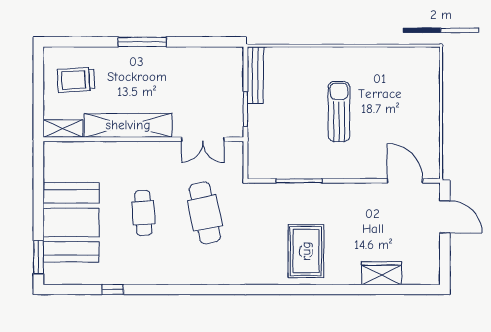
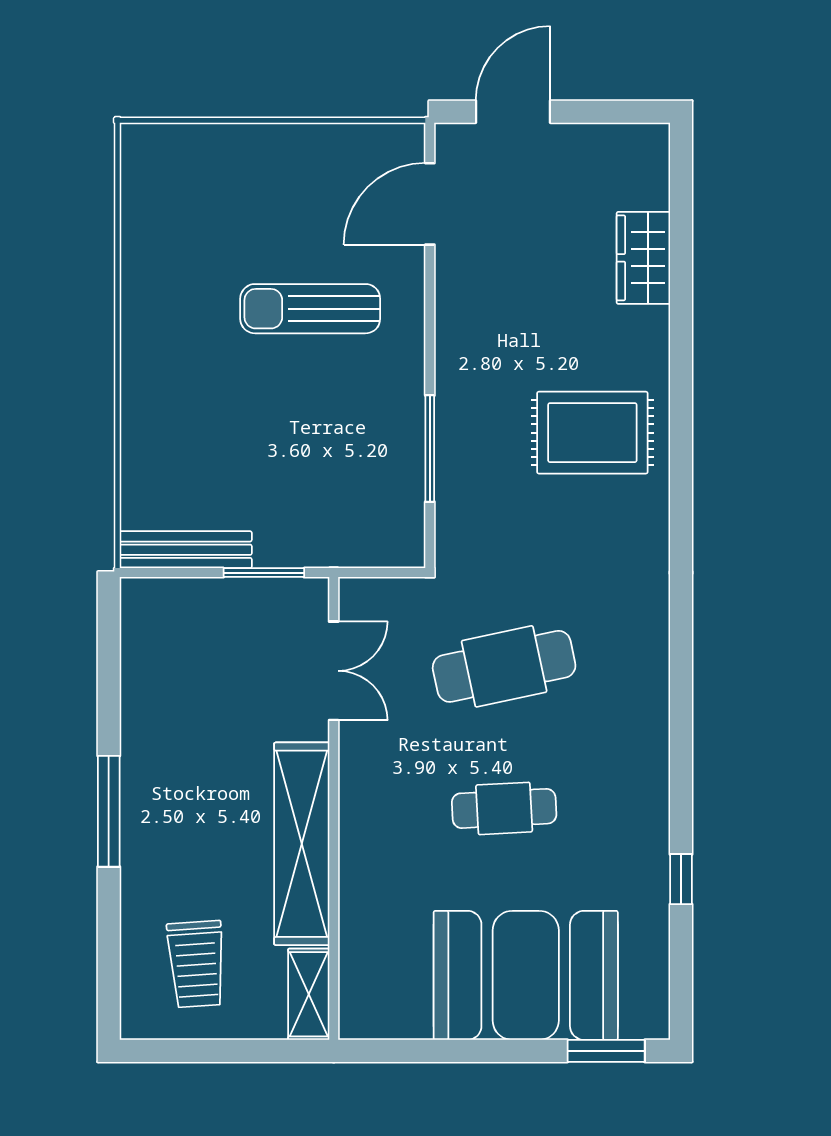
sun lounger: (339, 112) -> (310, 309), moved

